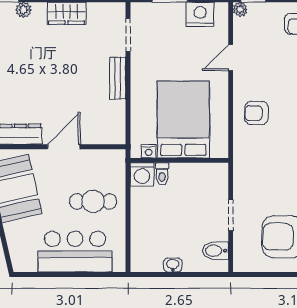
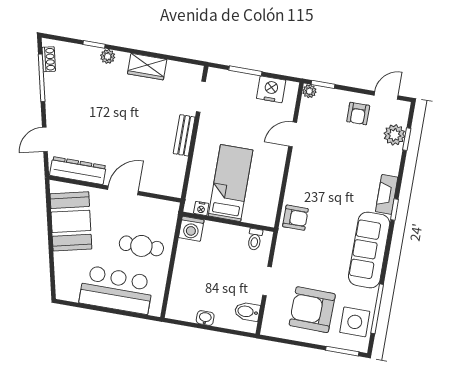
armchair: (256, 113) -> (295, 218), moved, turned 180
bed: (183, 119) -> (231, 183), width x0.67
toilet: (162, 174) -> (255, 239), moved

